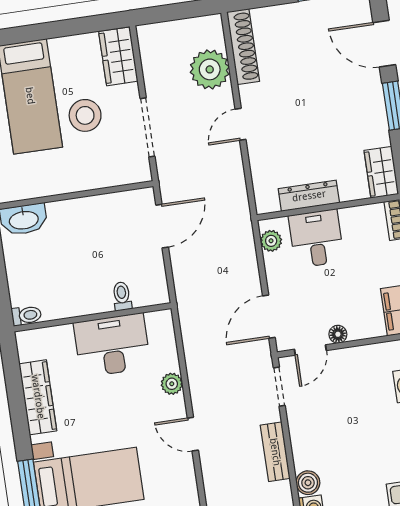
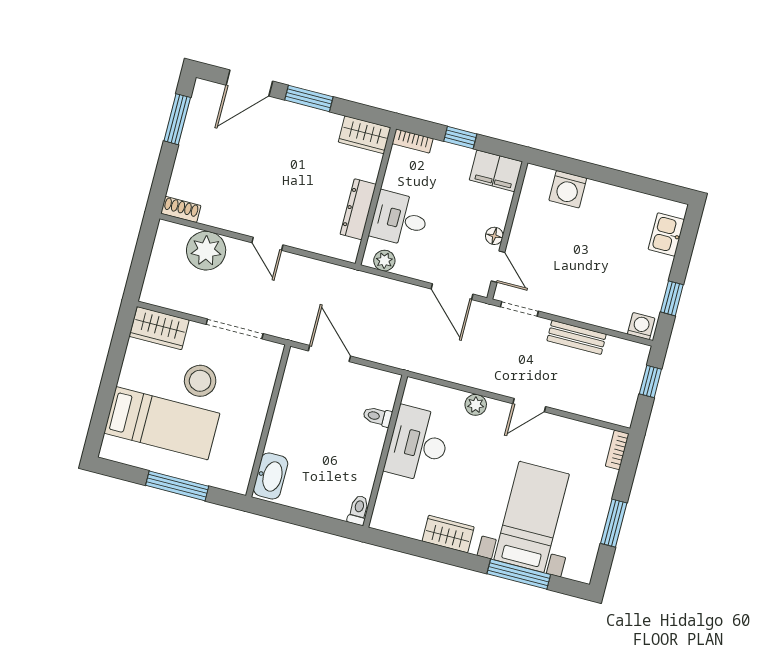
shoe rack: (243, 47) -> (181, 209), width x0.51, depth x0.81
wardrobe: (38, 397) -> (448, 534), width x0.67
boiler: (308, 483) -> (617, 320), removed

